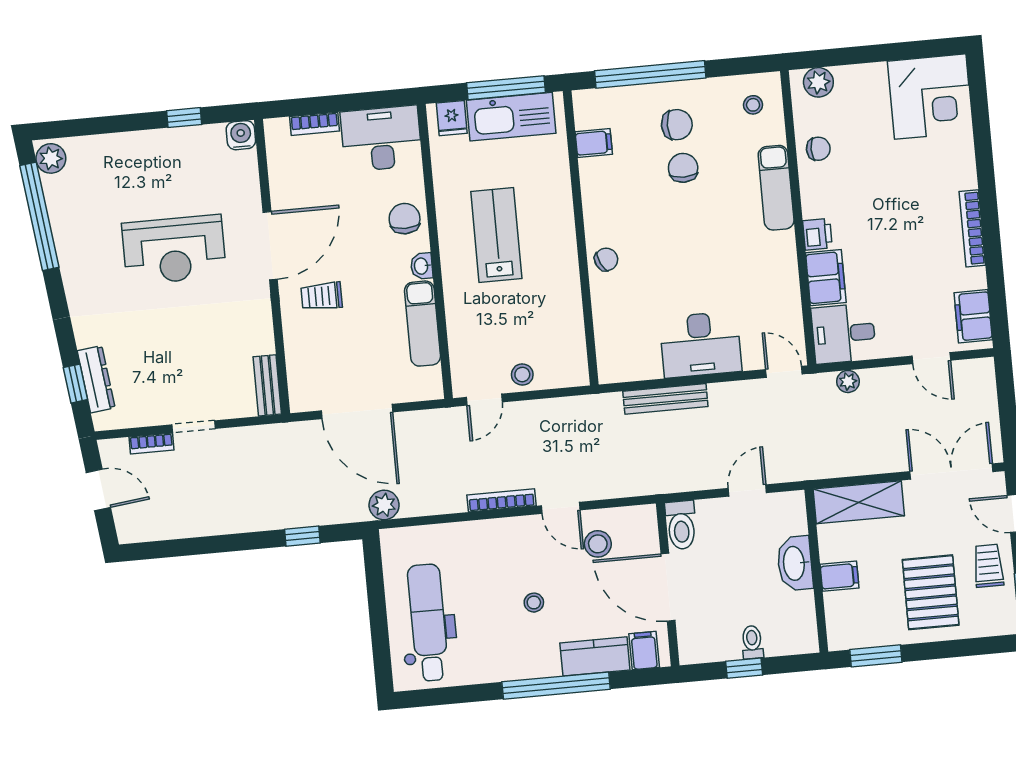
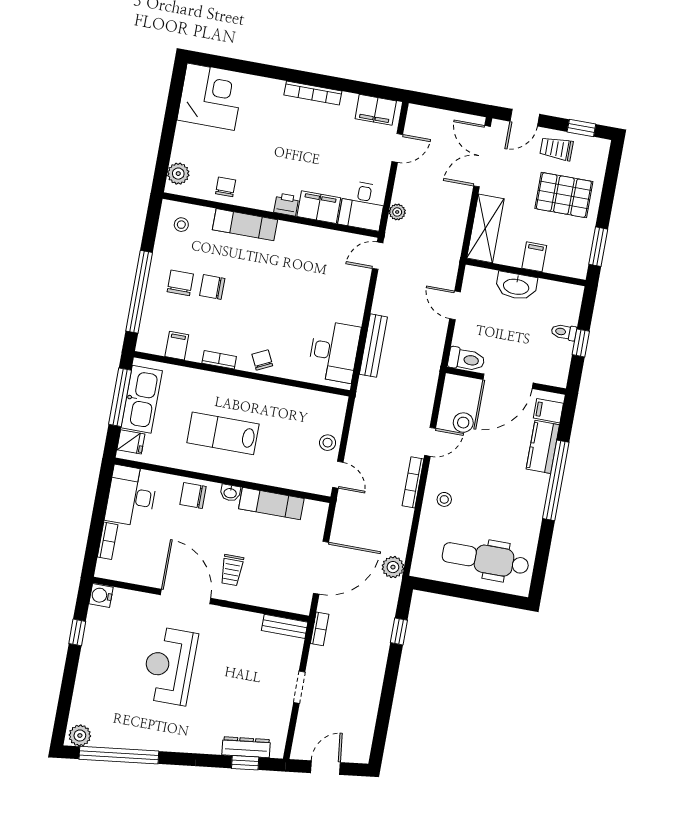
bookcase: (591, 203) -> (219, 360), added
reception desk: (174, 250) -> (169, 666), turned 180
desk: (701, 345) -> (334, 351), moved
bookcase: (151, 444) -> (320, 629), moved
stool: (534, 603) -> (444, 499), moved

